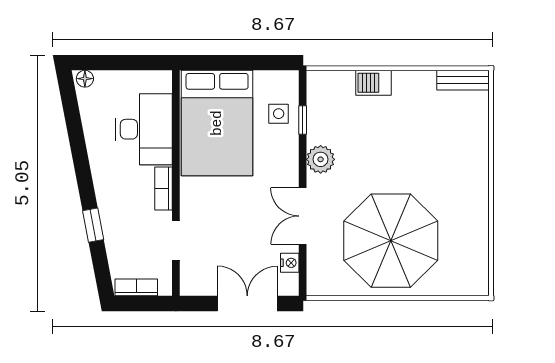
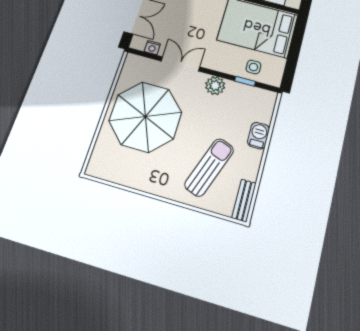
sun lounger: (434, 136) -> (209, 167), added

